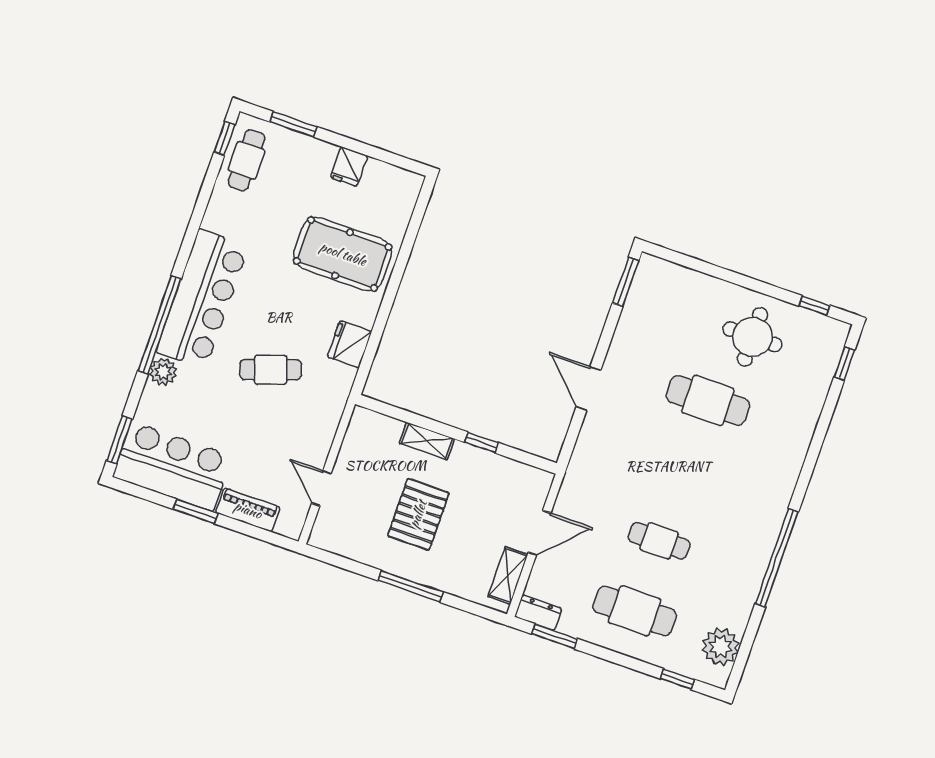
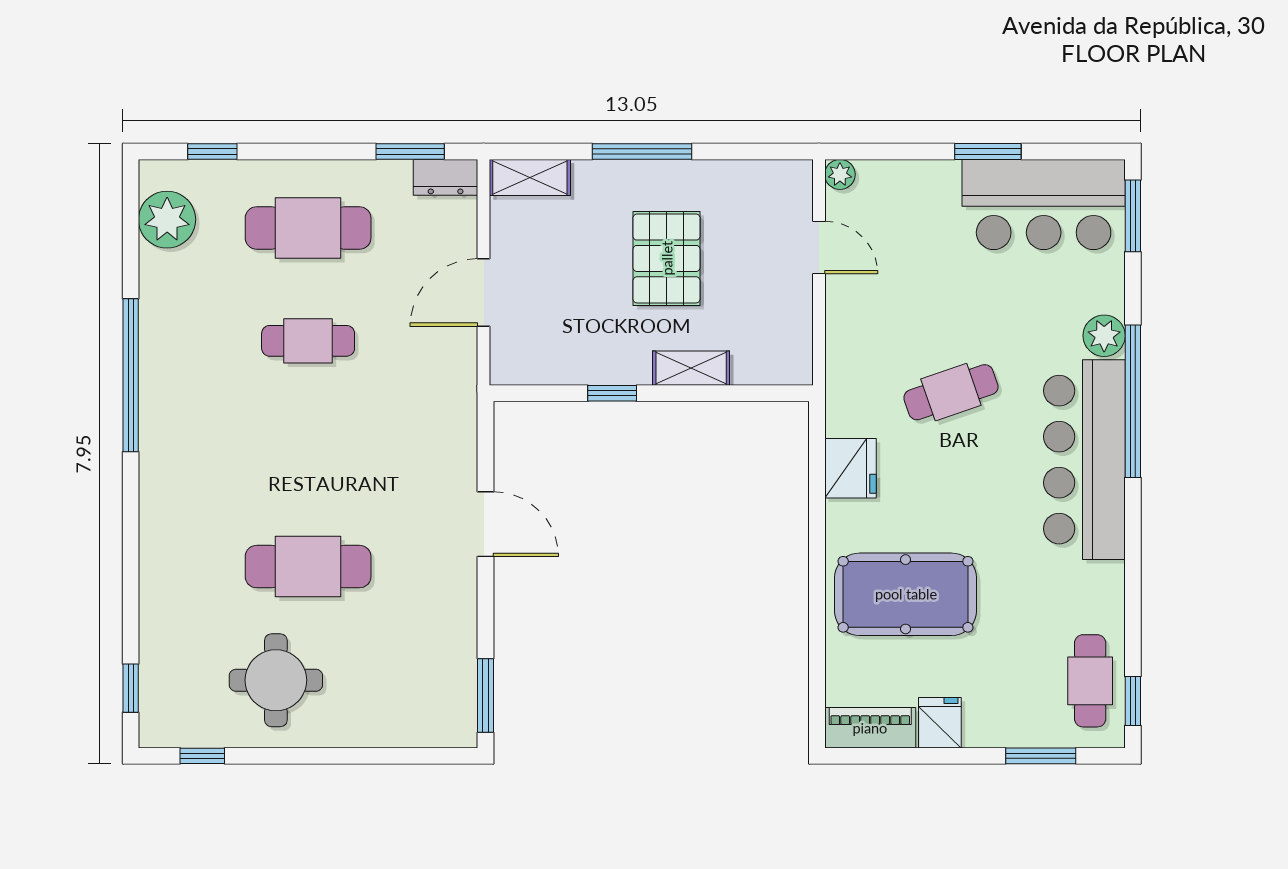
piano: (248, 510) -> (870, 728), moved, turned 180
plant: (292, 529) -> (840, 174), added
shelving: (508, 575) -> (530, 177), moved, turned 90

